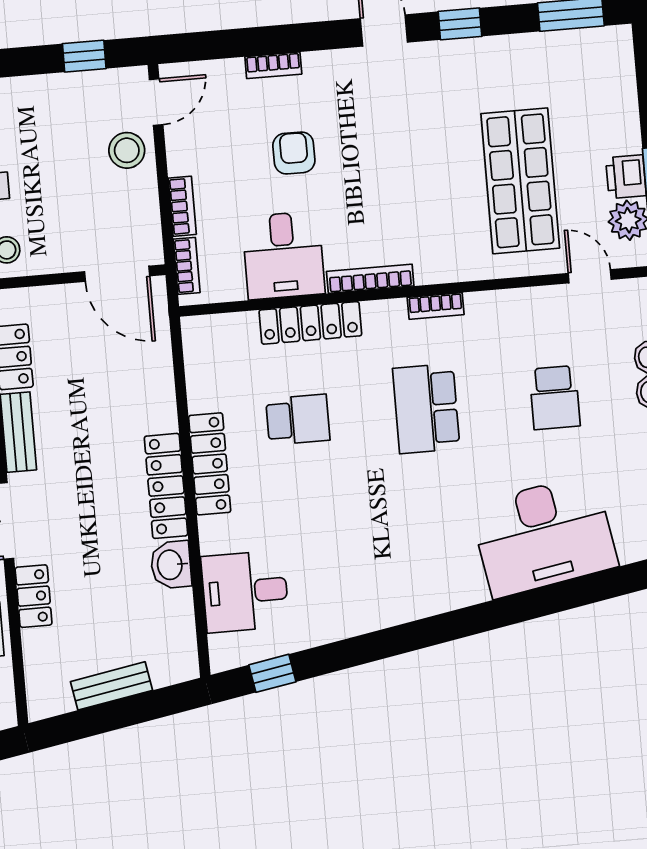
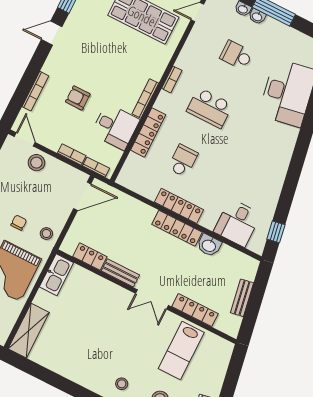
bookcase: (273, 65) -> (35, 91), width x1.56
school desk: (555, 398) -> (236, 55), turned 180
locker: (34, 596) -> (195, 310), width x1.53

